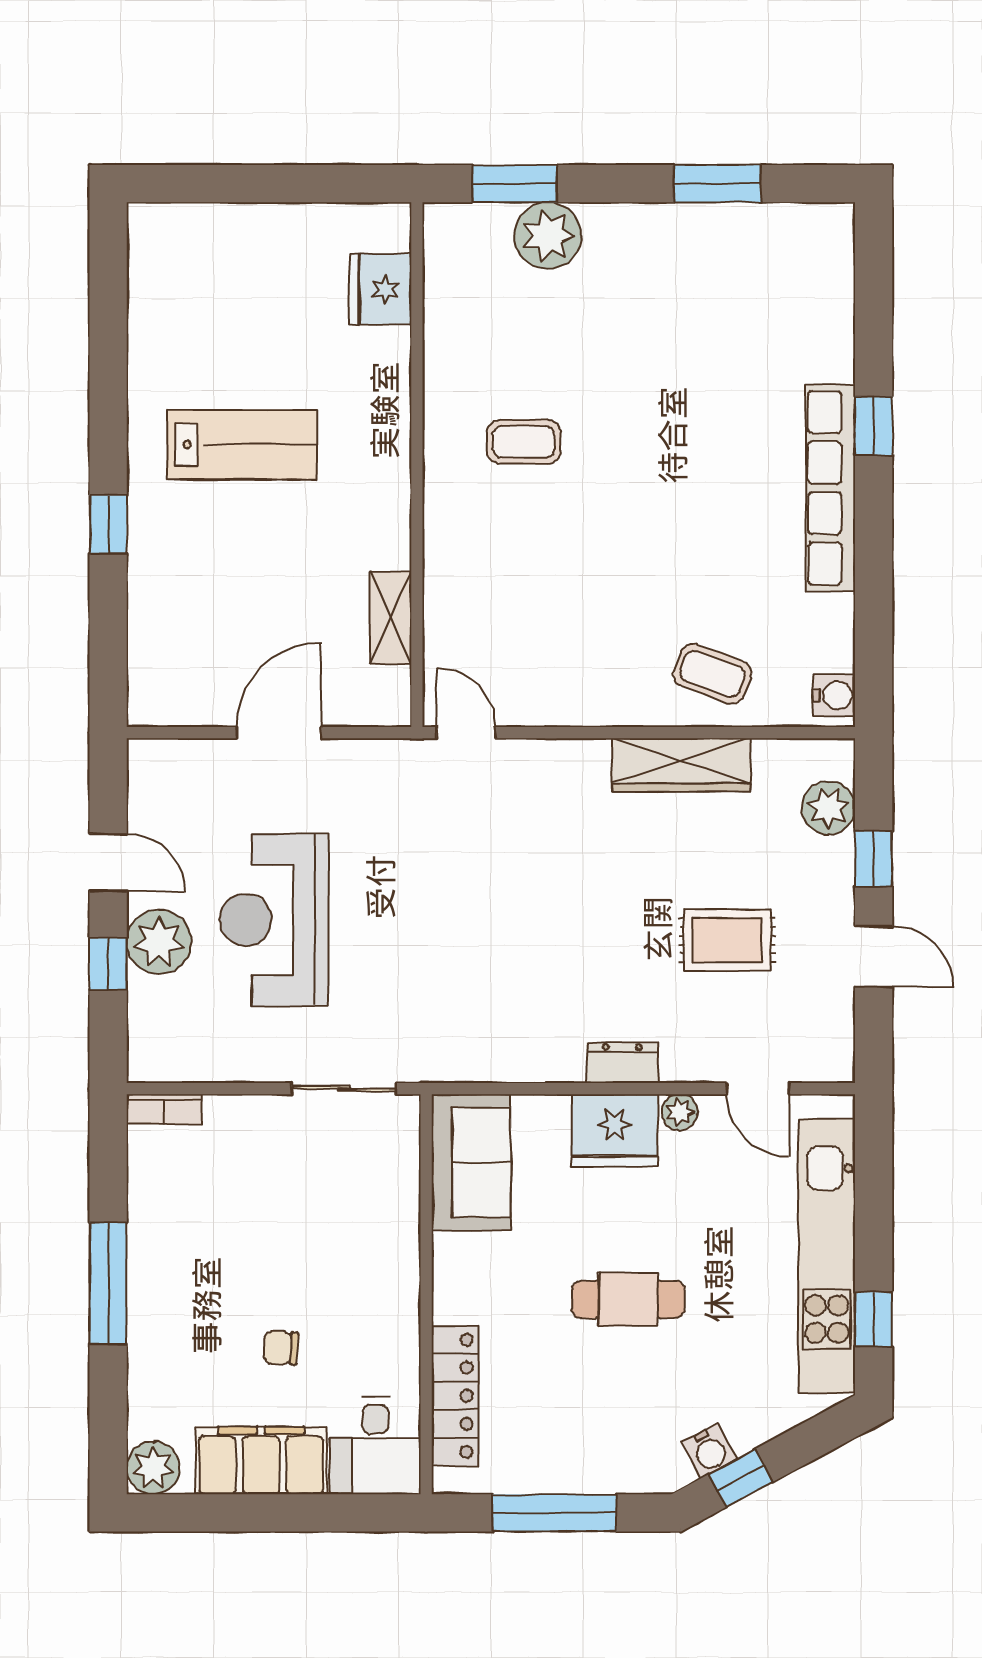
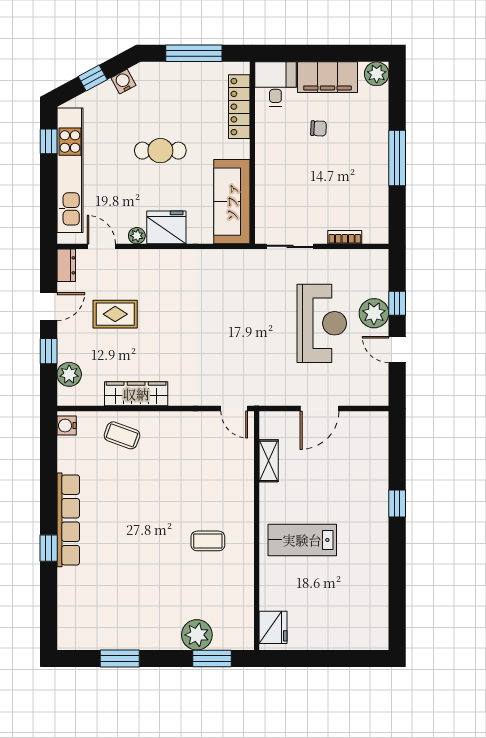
fridge: (381, 289) -> (273, 627), moved
lab bench: (242, 445) -> (302, 540), moved
door: (874, 956) -> (49, 307), swing flipped
dresser: (622, 1063) -> (66, 265), moved, turned -90
bookcase: (164, 1109) -> (345, 237), moved
sofa: (471, 1162) -> (232, 202), width x1.36
window: (741, 1478) -> (93, 78), moved

